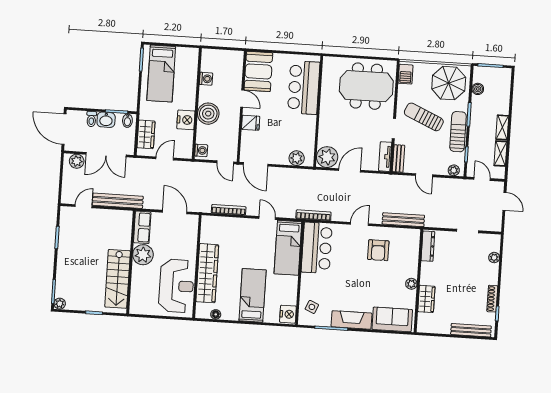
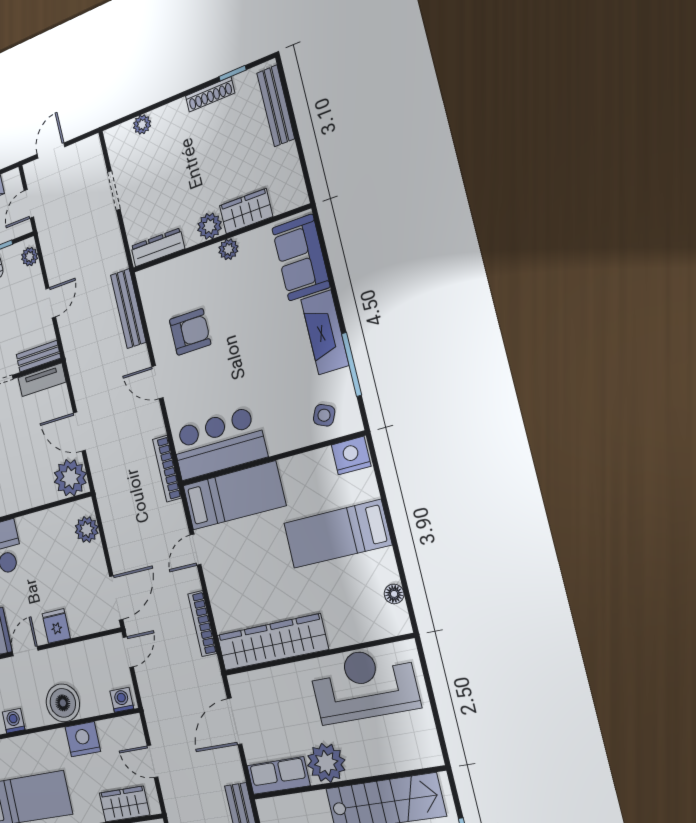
wardrobe: (207, 273) -> (272, 642), moved
plant: (427, 278) -> (210, 226), added

